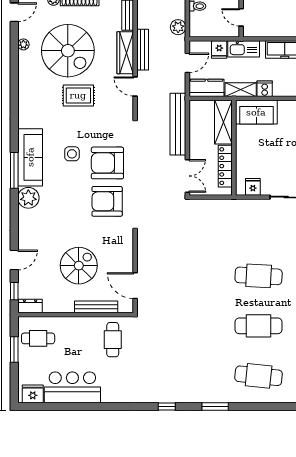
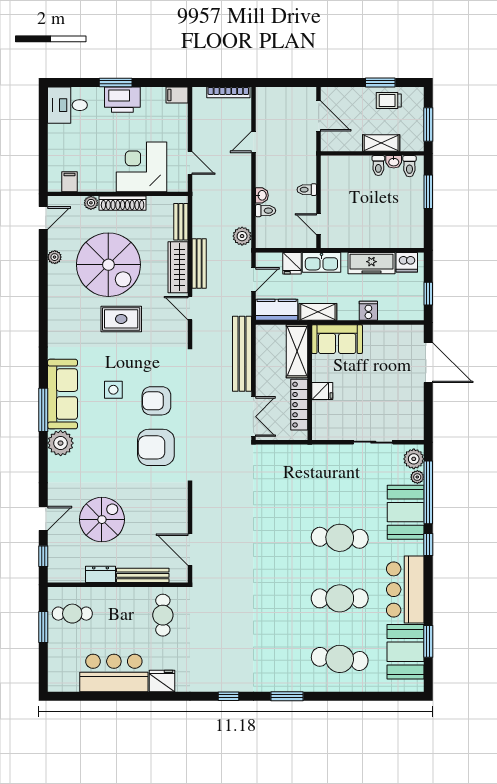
cooker: (265, 89) -> (368, 311), moved
armchair: (107, 163) -> (156, 401), width x0.73, depth x0.73
fridge: (253, 187) -> (322, 391), moved, turned 90
spiral stairs: (79, 266) -> (102, 520), moved
dresser: (30, 306) -> (101, 574), moved
fridge: (33, 394) -> (162, 681), moved

